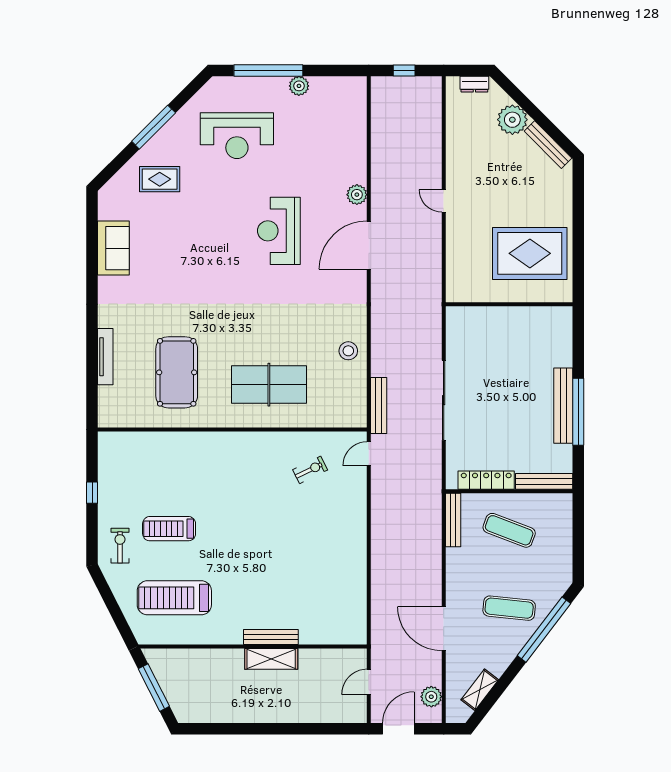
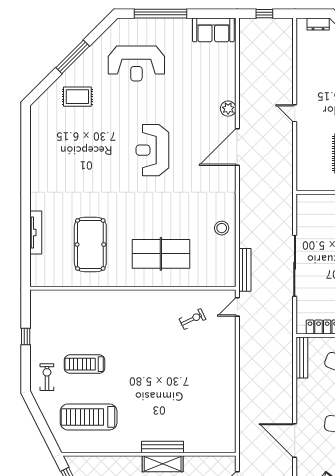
plant: (299, 86) -> (184, 25), removed
reception desk: (279, 231) -> (152, 150), moved
sofa: (113, 248) -> (213, 30), moved, turned 90

